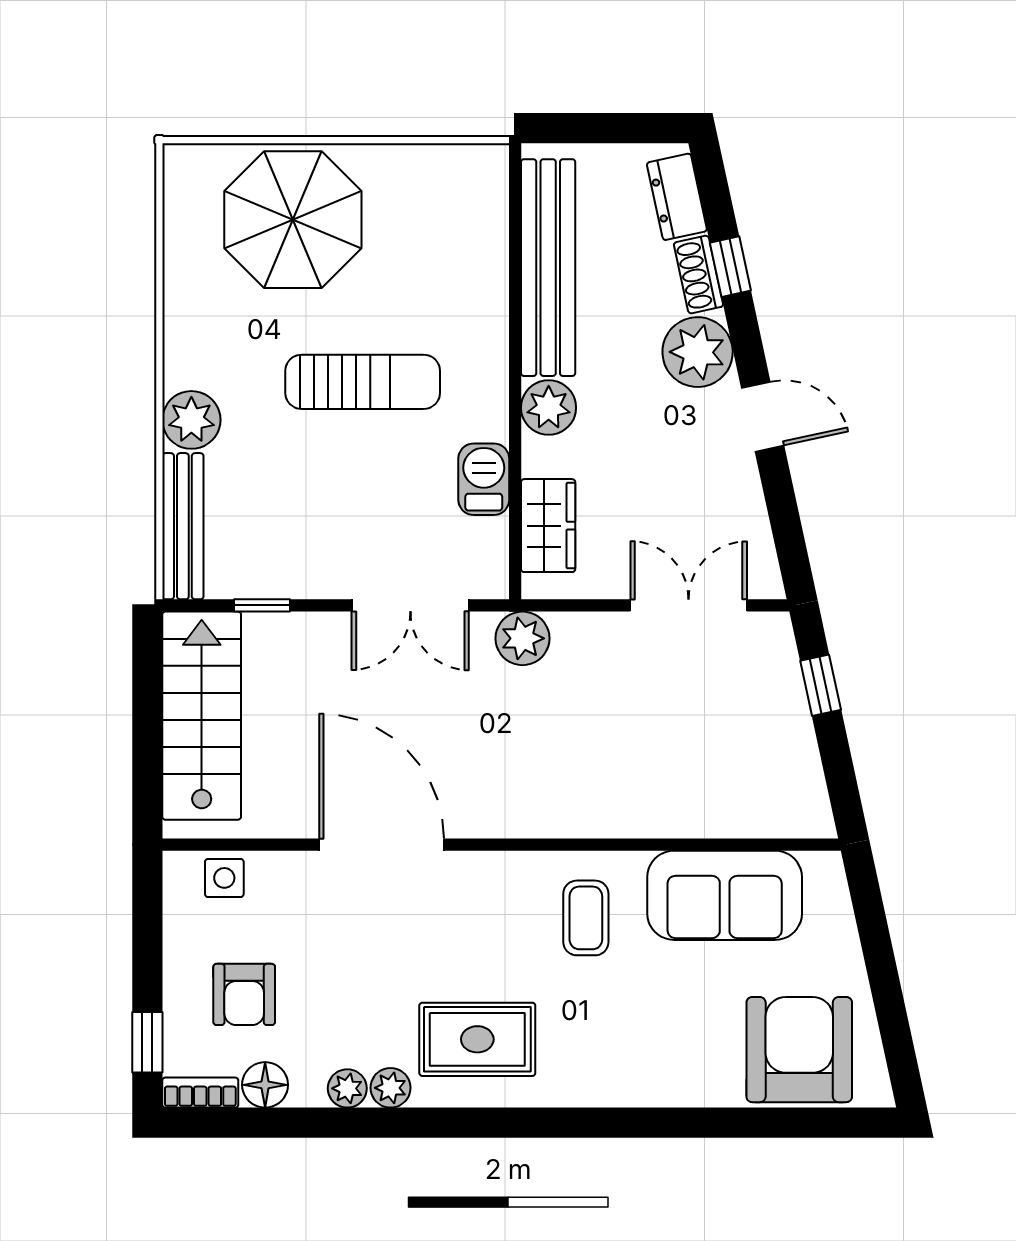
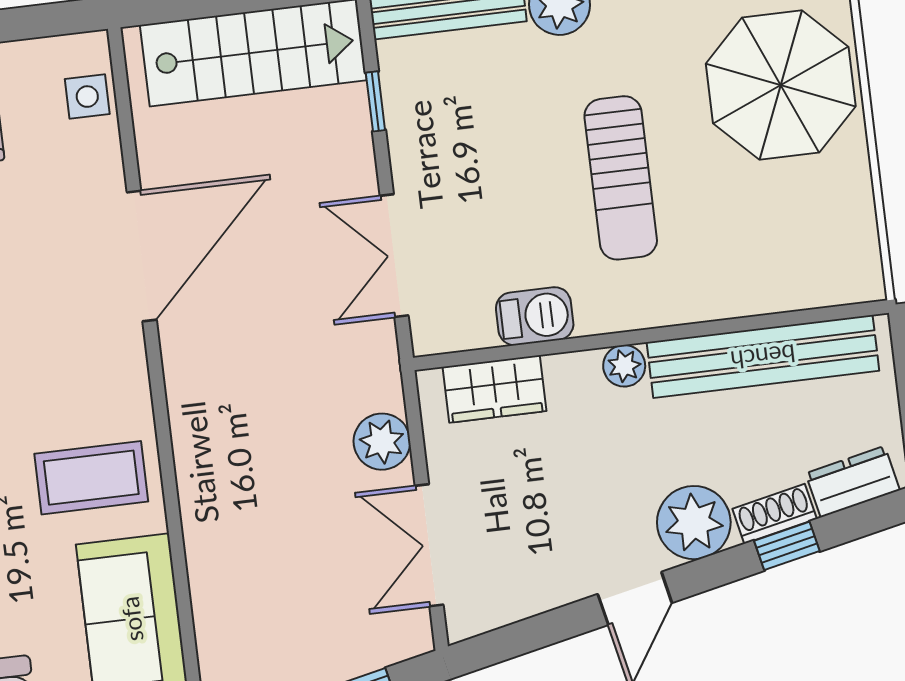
plant: (549, 408) -> (624, 366), width x0.73, depth x0.73
double door: (689, 605) -> (429, 545), swing flipped
plant: (522, 638) -> (382, 442), moved
coffee table: (586, 918) -> (91, 478), width x1.36, depth x1.30

